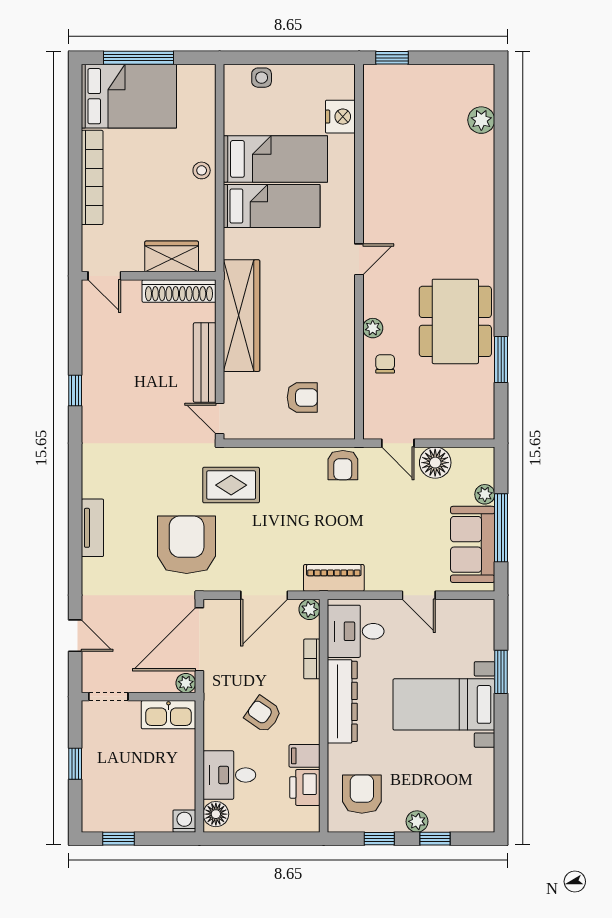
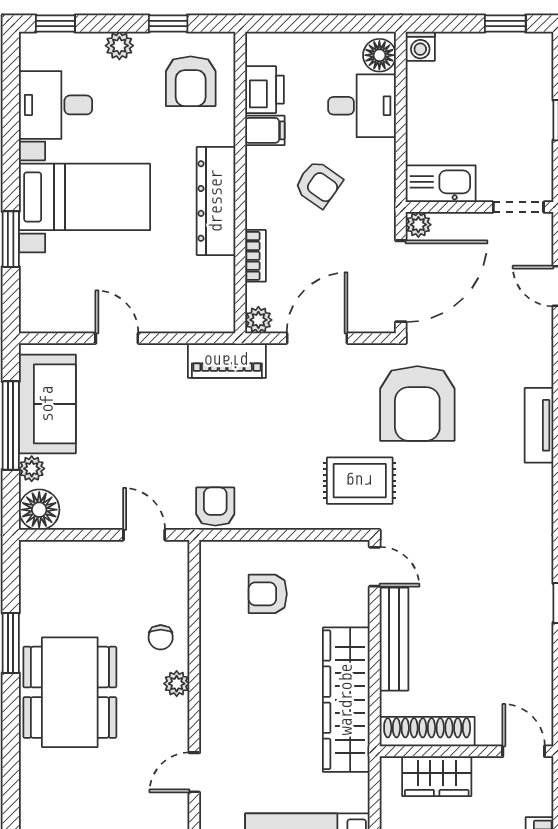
floor lamp: (435, 463) -> (39, 510), moved
desk: (356, 631) -> (56, 105), moved, turned 180
window: (435, 839) -> (55, 23), moved

